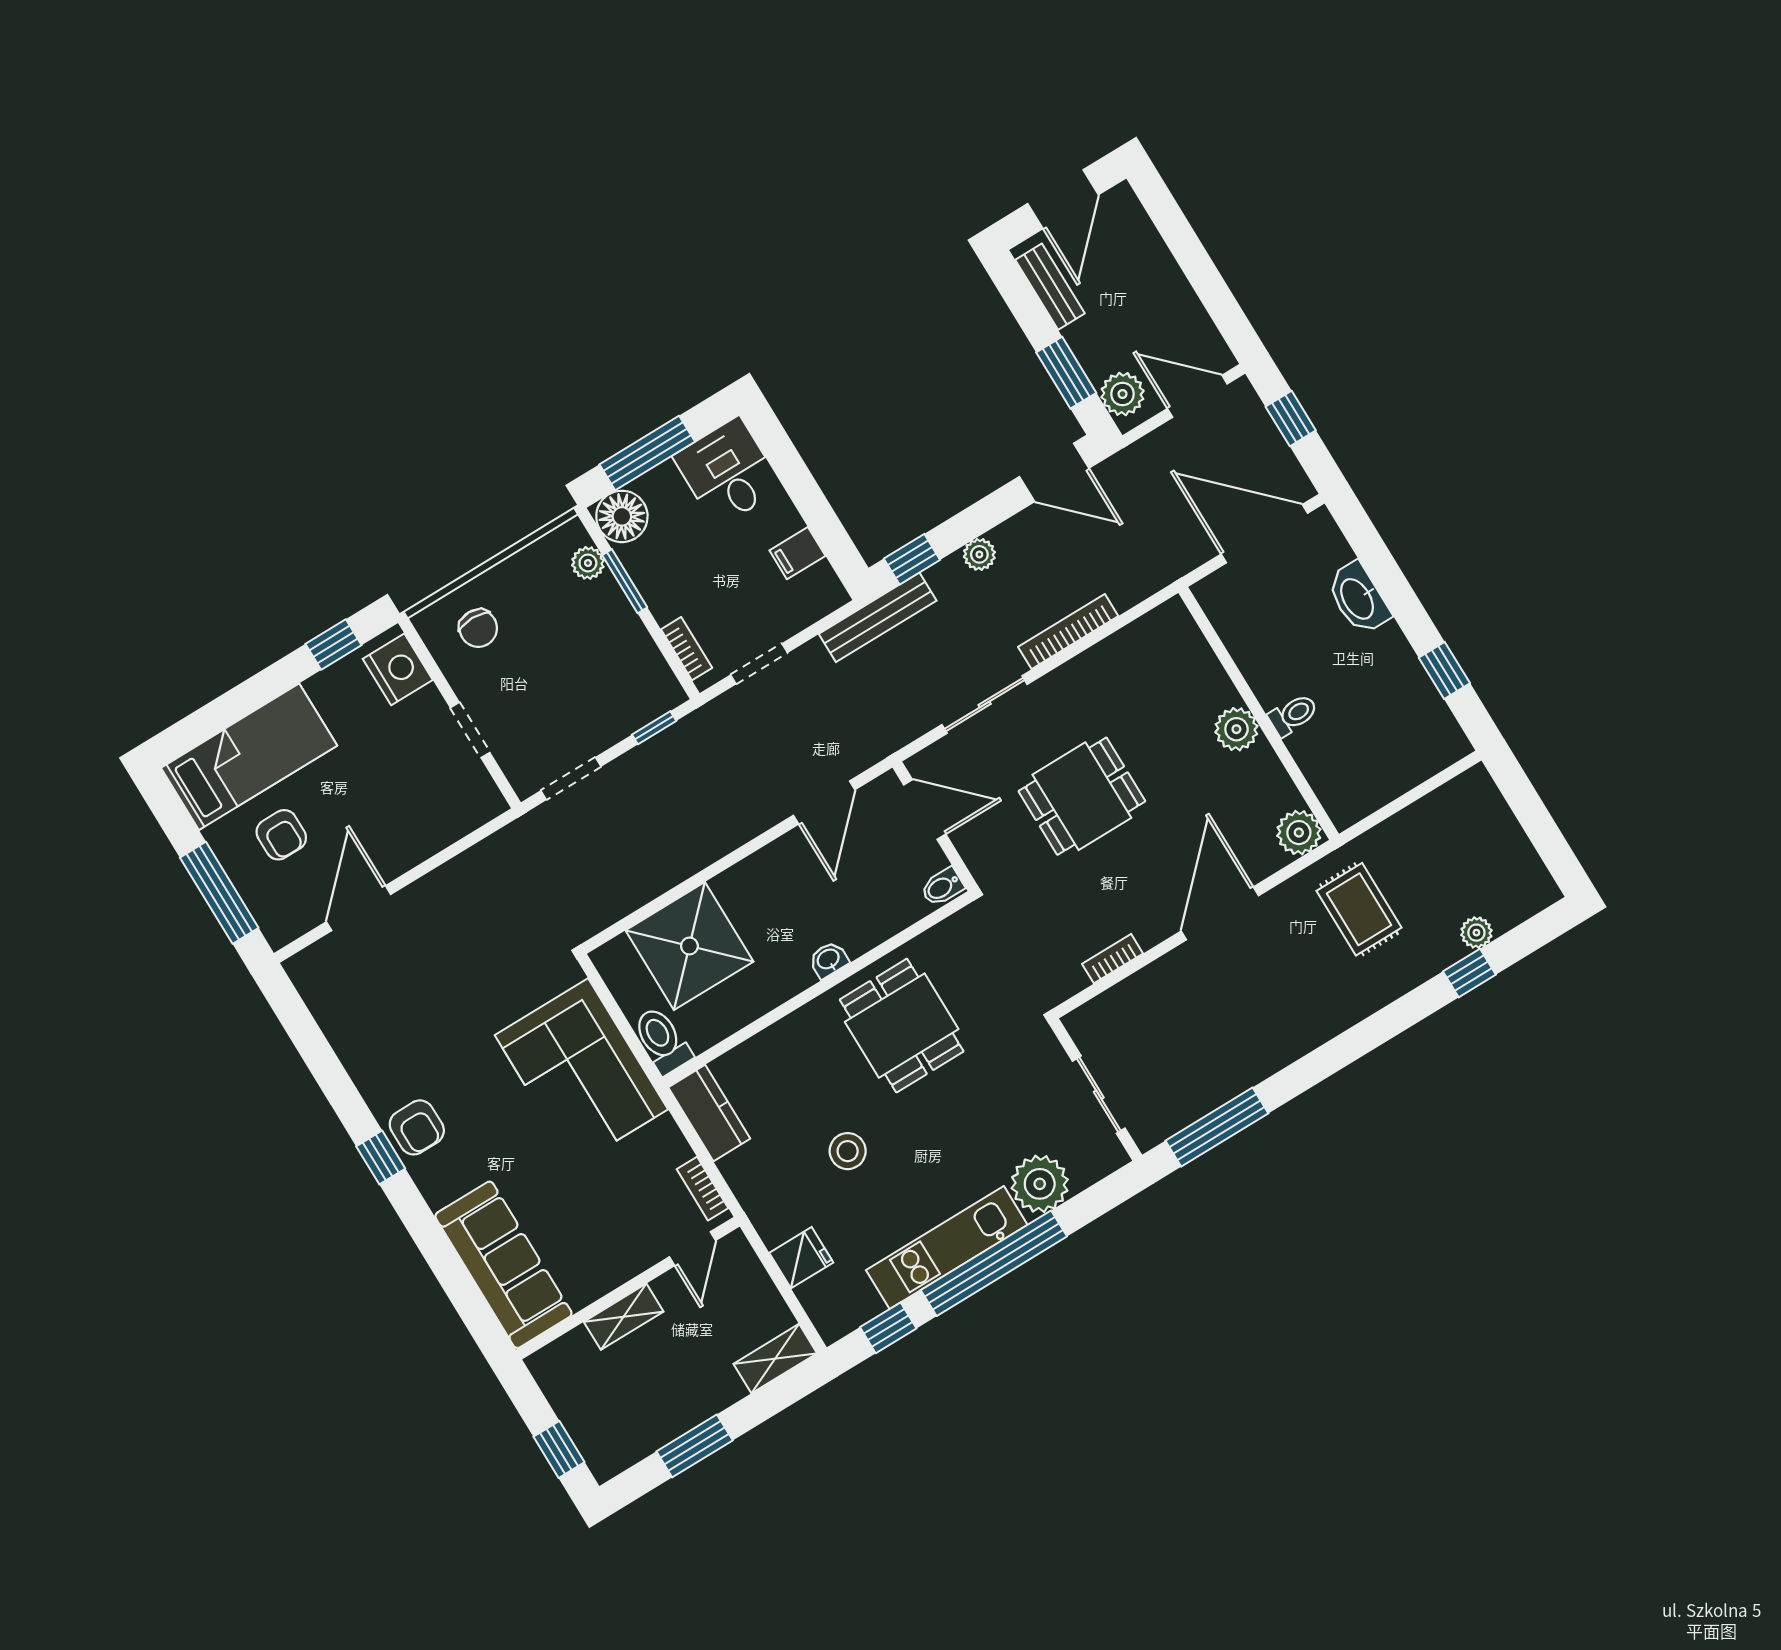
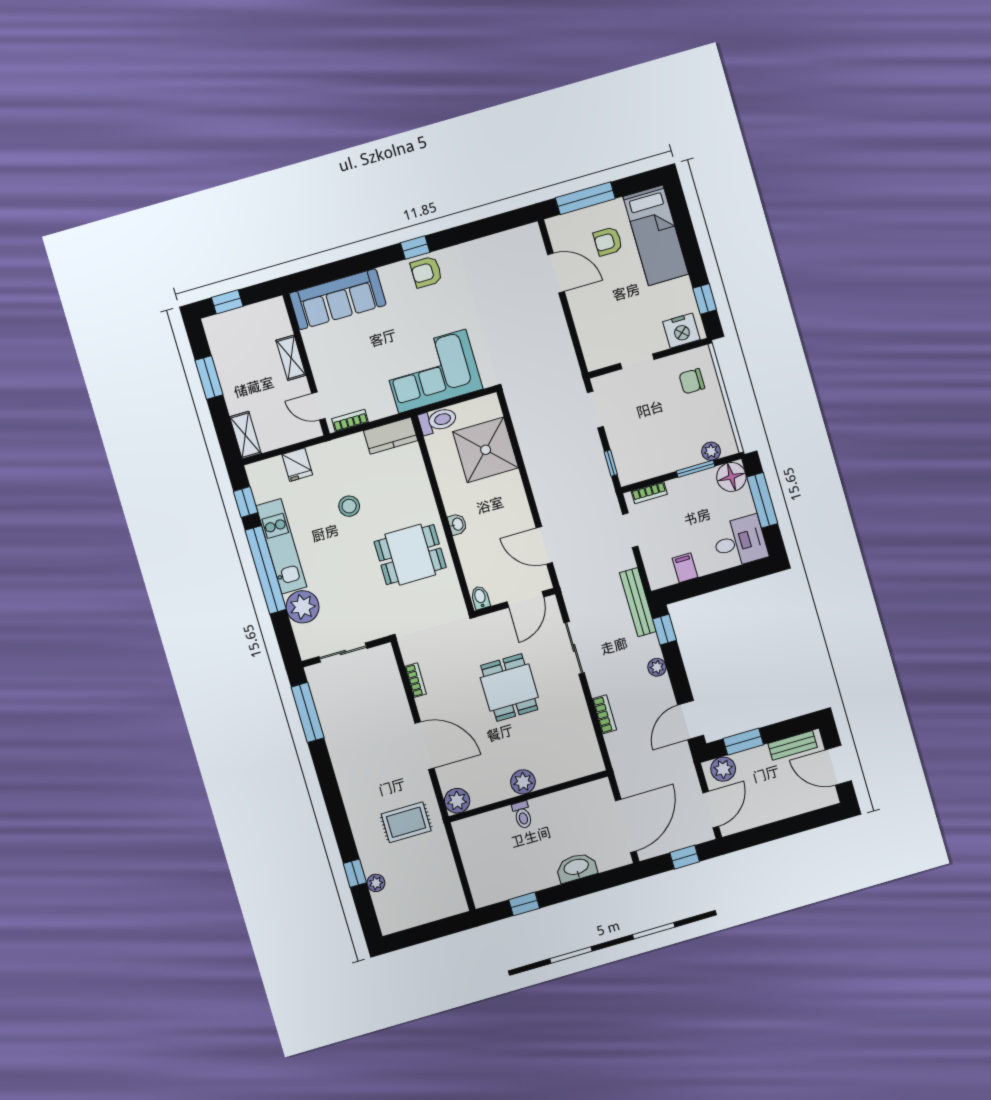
bookcase: (1068, 631) -> (604, 714), width x0.64

